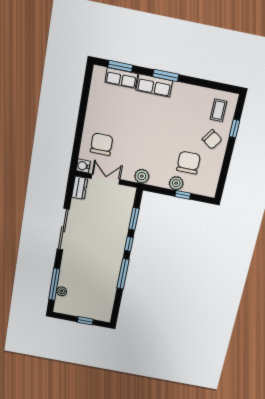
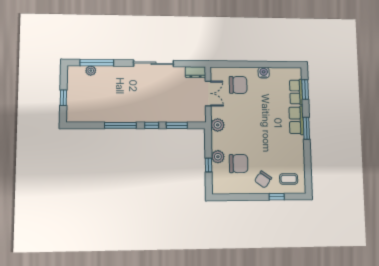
water cooler: (83, 166) -> (264, 73), moved

